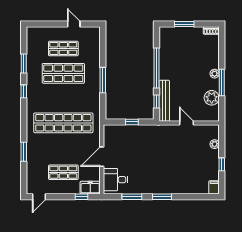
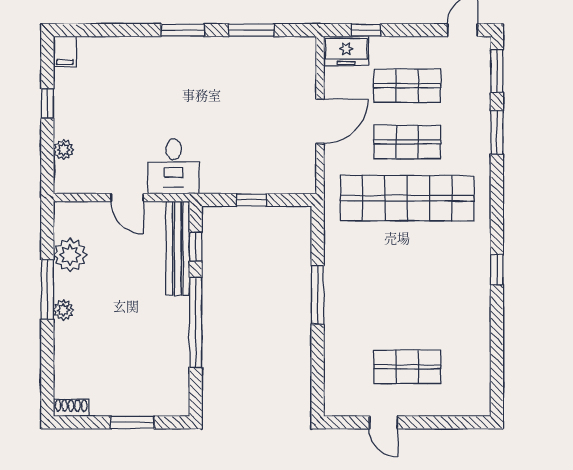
window: (24, 64) -> (497, 71), moved
shop shelf: (63, 73) -> (407, 142), moved, width x0.70, depth x0.74
desk: (115, 180) -> (174, 166), moved, turned 90

